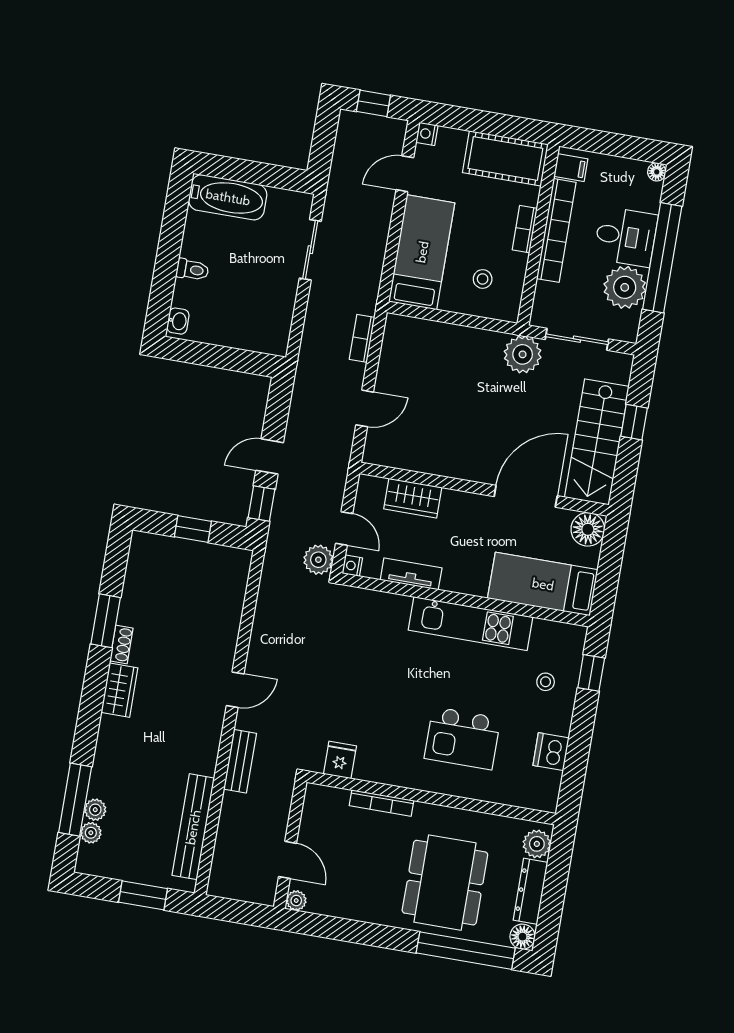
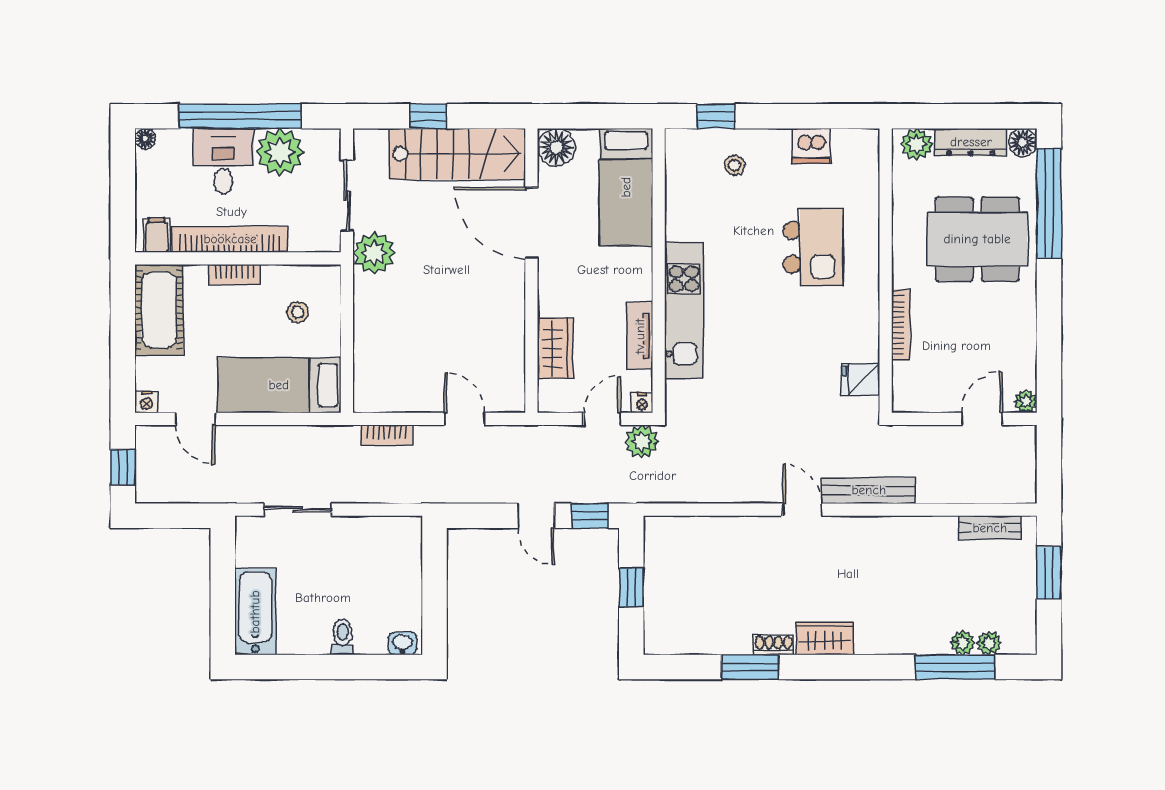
kitchen unit: (471, 624) -> (684, 310), moved
bench: (240, 761) -> (869, 490), width x1.36
bench: (193, 827) -> (990, 528), width x0.54, depth x0.82

